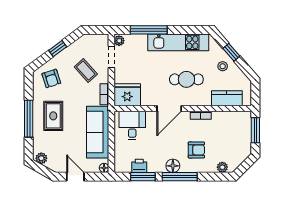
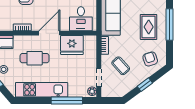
fridge: (127, 95) -> (72, 45), moved

